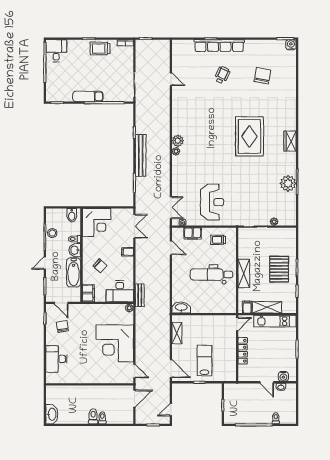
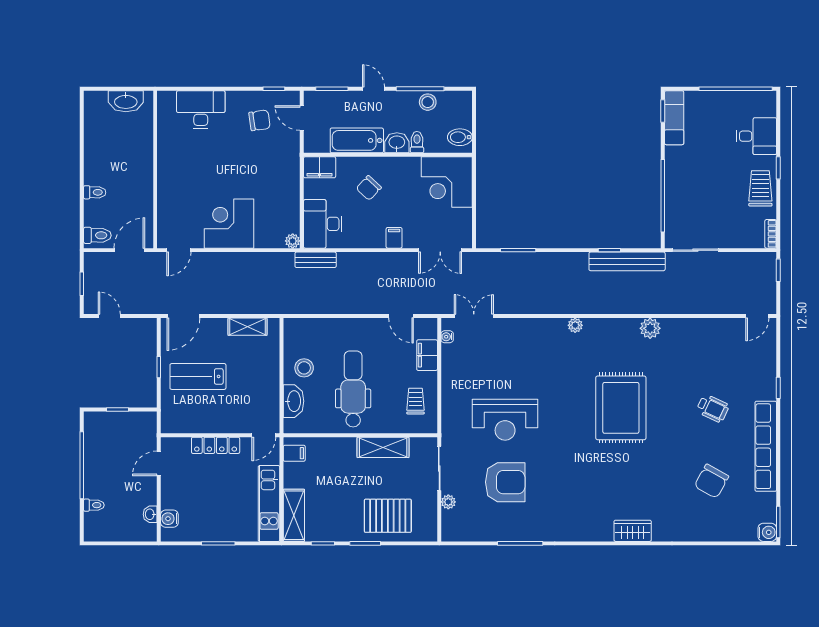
row of seats: (219, 46) -> (766, 446), moved
desk: (56, 51) -> (756, 136), moved
chair: (263, 76) -> (711, 481), turned 108
door: (171, 79) -> (757, 316), moved
exam couch: (88, 96) -> (674, 118), moved
rug: (249, 136) -> (621, 408), moved, turned 90
plant: (178, 141) -> (650, 328), moved
wardrobe: (290, 141) -> (633, 531), moved
bench: (141, 155) -> (627, 261), moved
plant: (288, 183) -> (517, 527), removed
armchair: (263, 190) -> (505, 482), added
reception desk: (212, 202) -> (505, 420), moved
double door: (171, 208) -> (474, 316), swing flipped
door: (171, 248) -> (401, 316), hinge flipped
pallet: (279, 269) -> (388, 516), moved
shelving: (244, 274) -> (383, 447), moved
stool: (200, 302) -> (304, 368), added
door: (61, 303) -> (302, 118), hinge flipped
shelving: (267, 307) -> (294, 515), moved
washbasin: (181, 308) -> (294, 401), moved
door: (237, 324) -> (264, 435), hinge flipped
corner desk: (115, 343) -> (229, 224), width x0.74, depth x0.74
lab bench: (204, 361) -> (198, 376), turned 180
door: (267, 382) -> (159, 463), moved
door: (134, 399) -> (129, 250), swing flipped
washbasin: (52, 414) -> (126, 101), moved
toilet: (93, 416) -> (97, 235), moved

